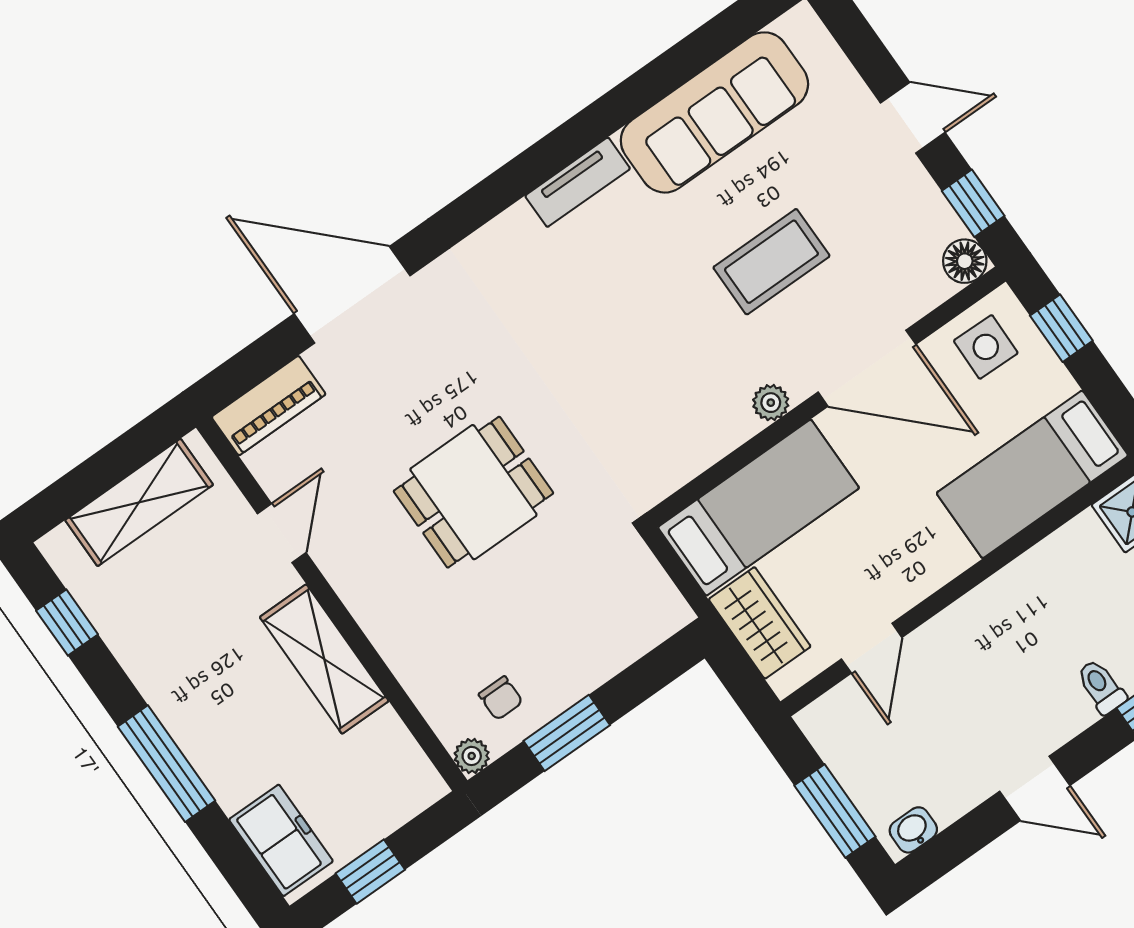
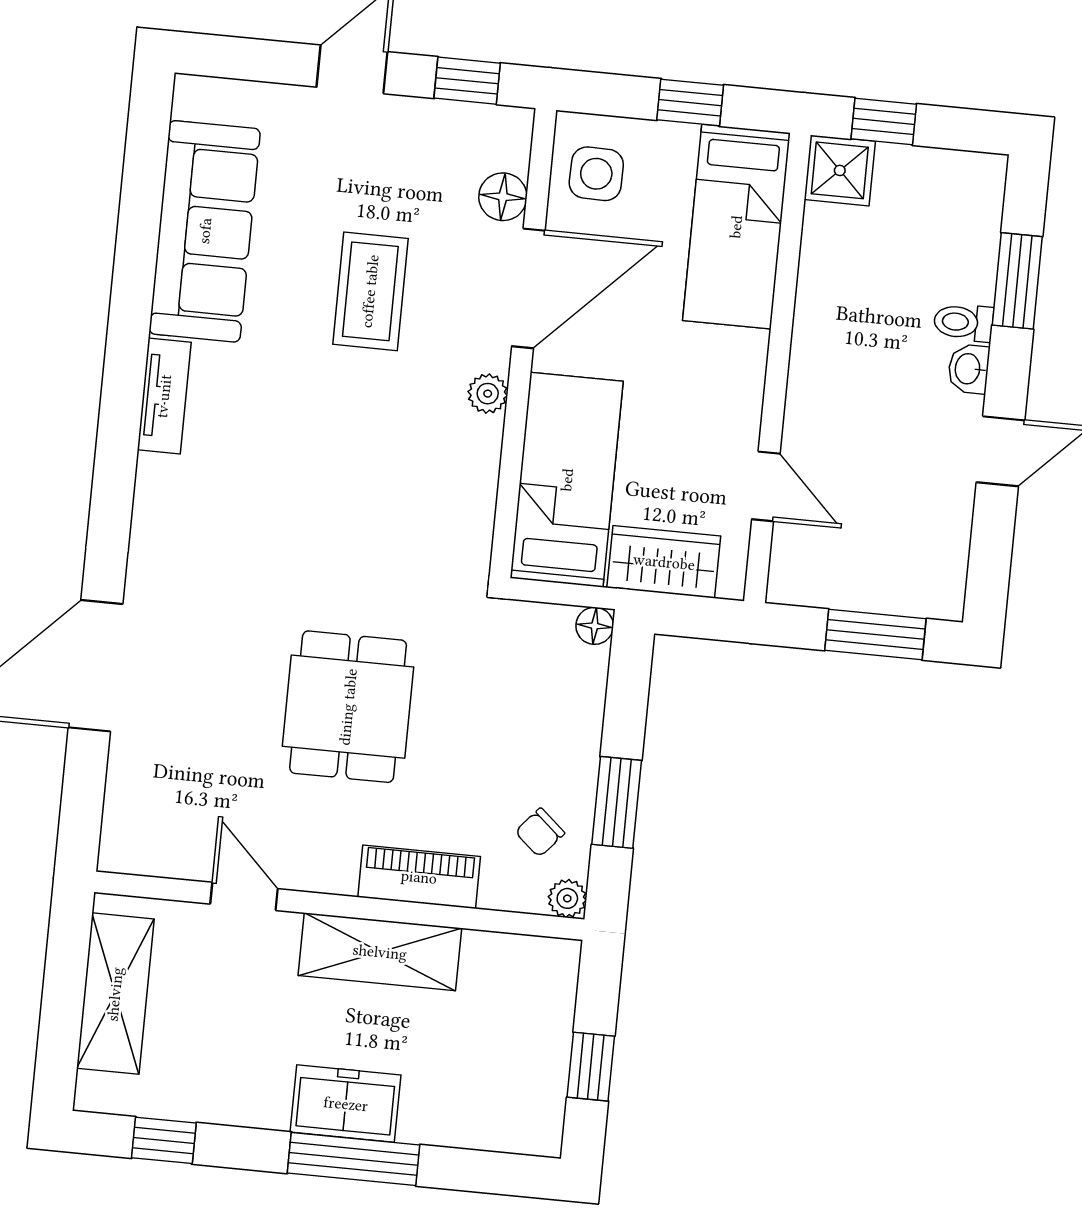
floor lamp: (965, 261) -> (503, 197), moved
window: (1061, 328) -> (690, 103), moved
piano: (269, 406) -> (419, 877), moved, turned -90
floor lamp: (675, 613) -> (595, 626), added
chair: (501, 698) -> (540, 832), turned 131
washbasin: (913, 830) -> (969, 369), moved
freezer: (281, 840) -> (346, 1104), moved

